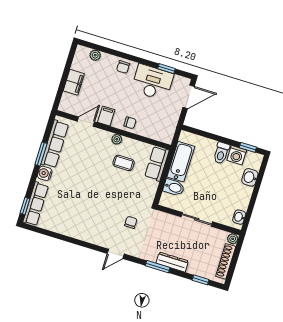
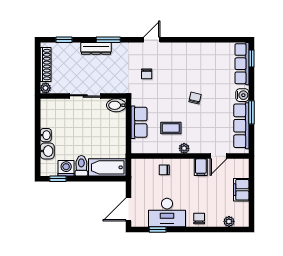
chair: (130, 123) -> (164, 170), moved
bathtub: (181, 162) -> (107, 167), moved, turned 90
row of seats: (157, 164) -> (139, 122), moved
chair: (91, 185) -> (195, 98), added
bidet: (174, 187) -> (116, 105), moved
washbasin: (239, 217) -> (46, 135), moved

